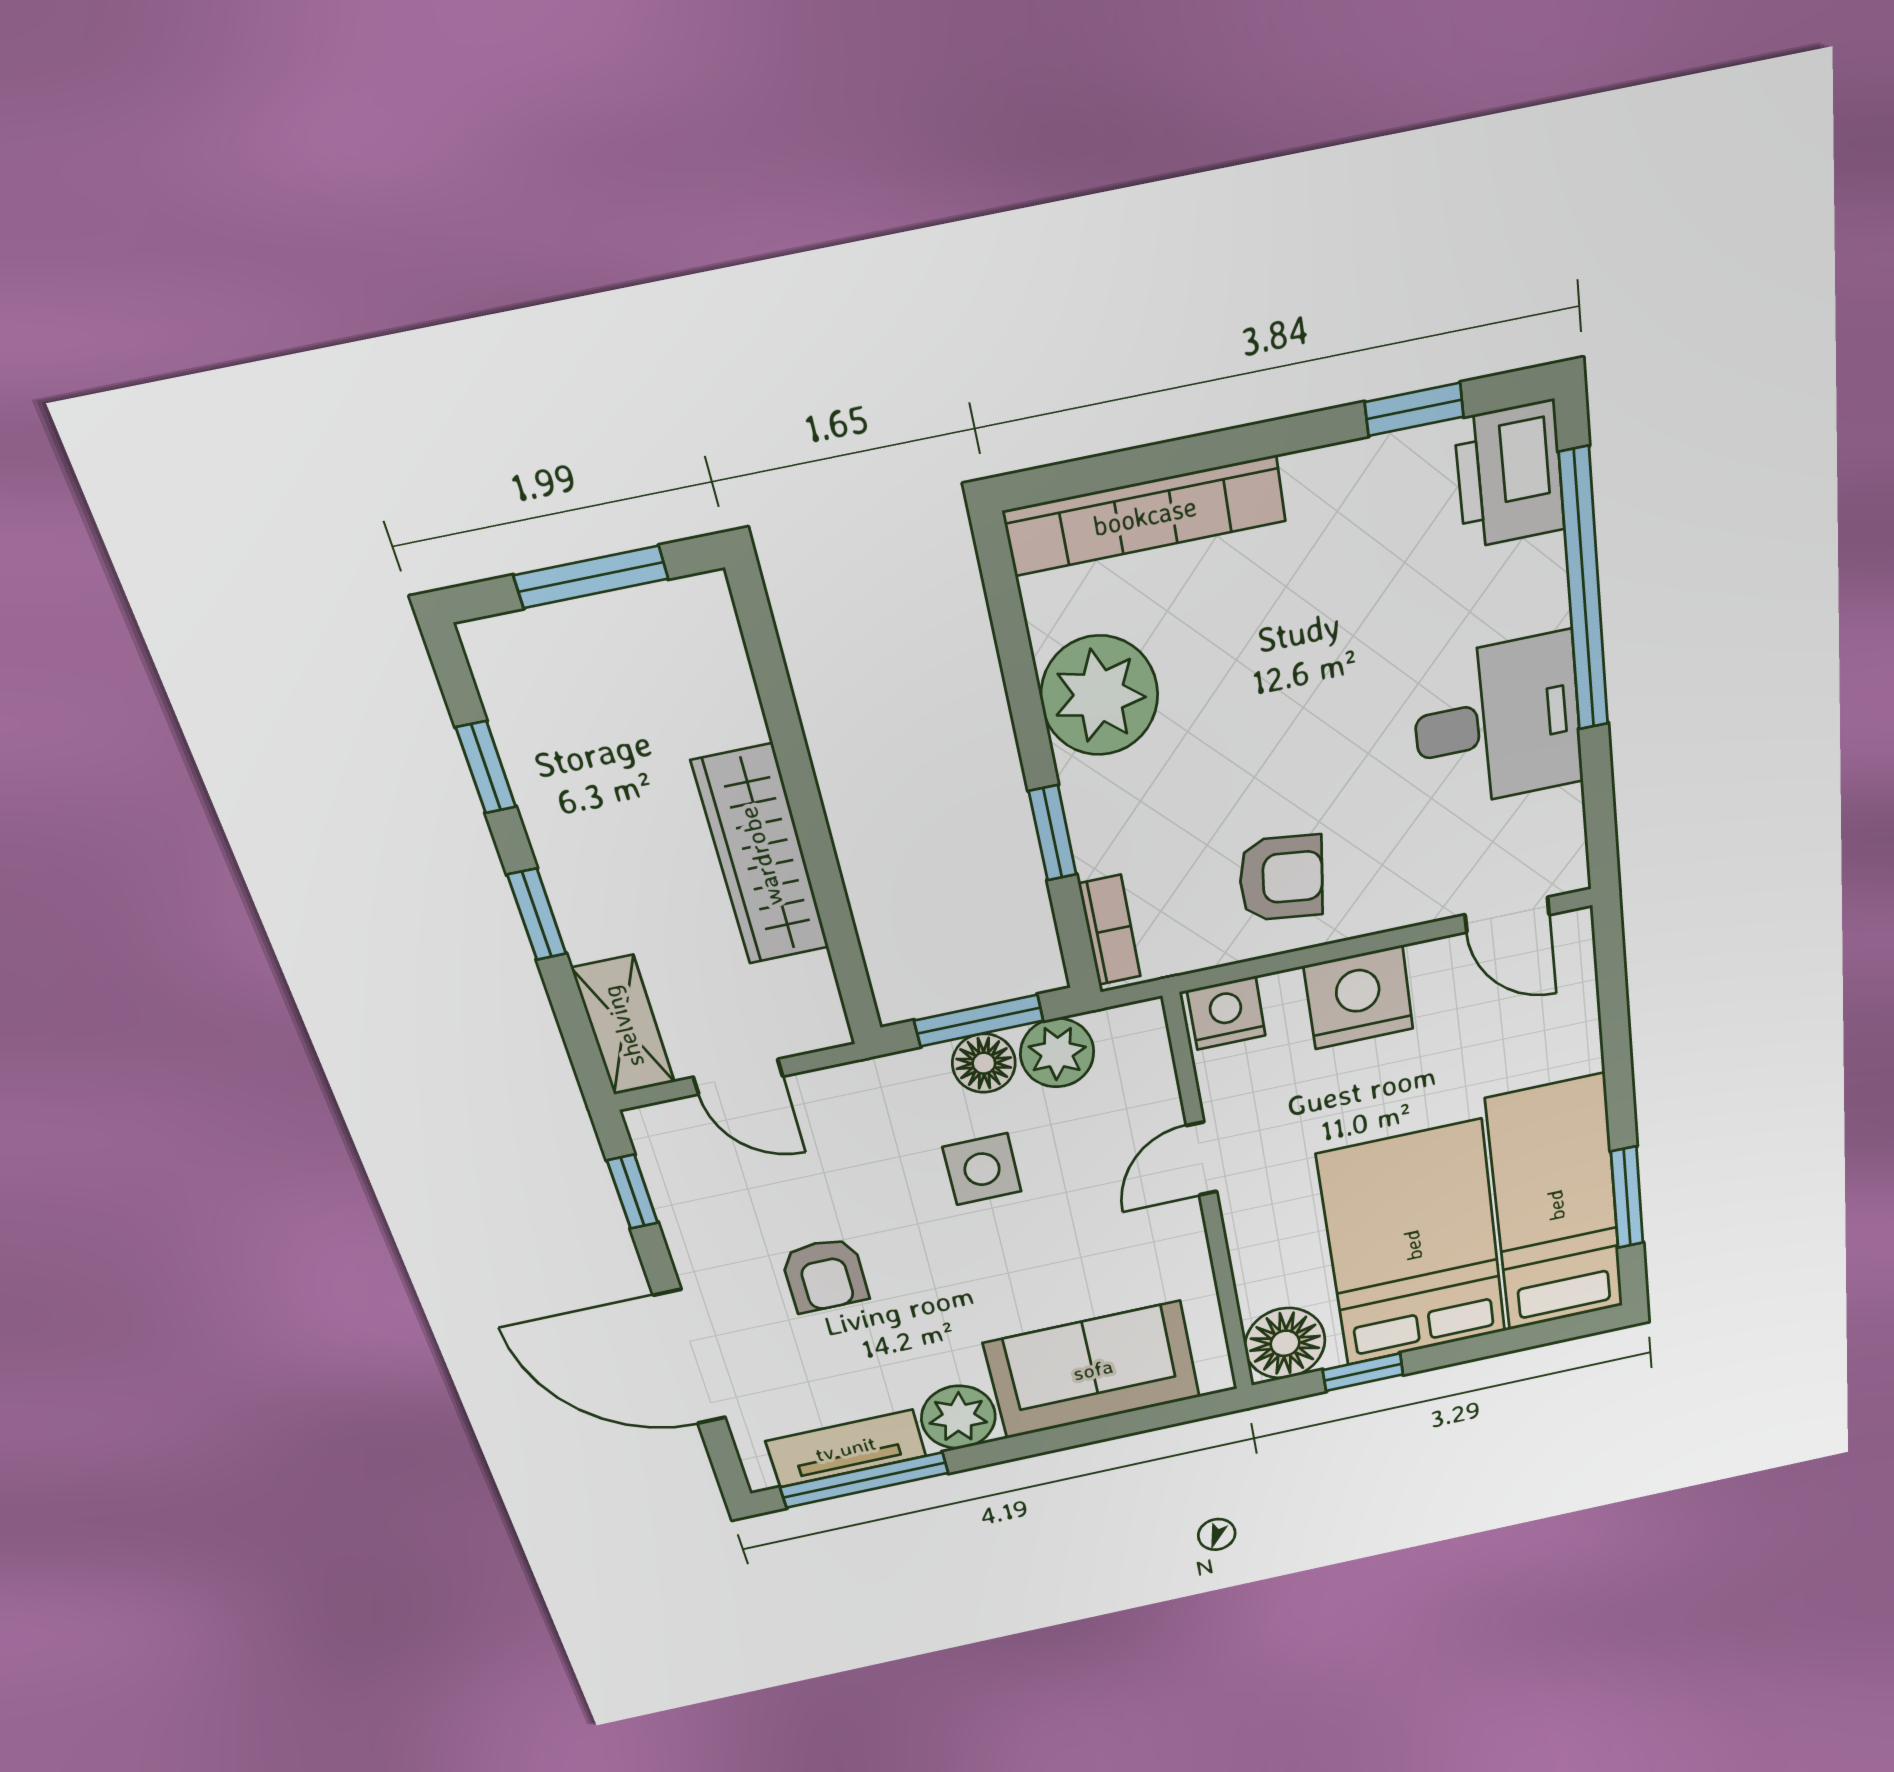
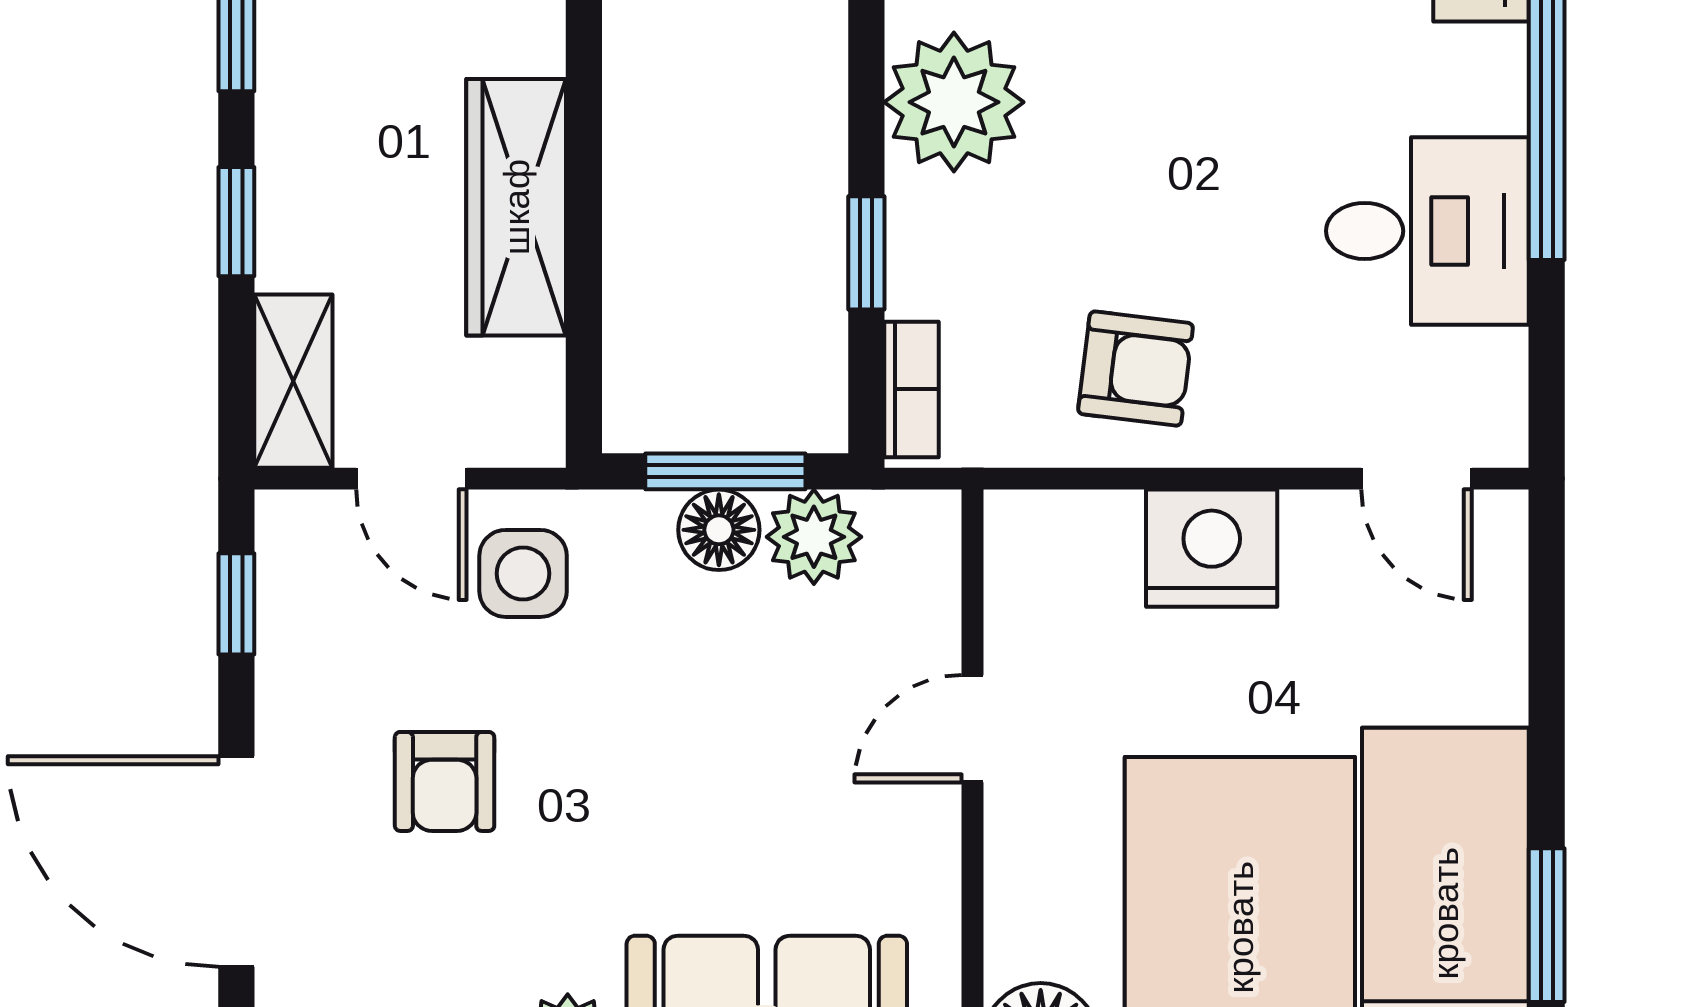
nightstand: (1226, 1013) -> (1038, 531), removed
side table: (982, 1169) -> (523, 573), moved

